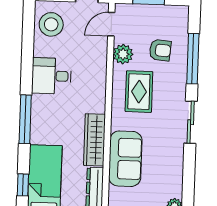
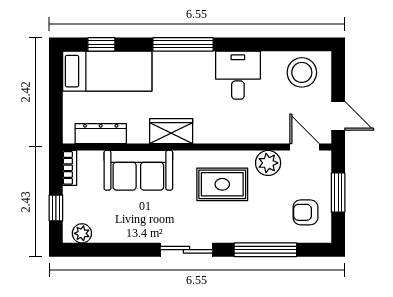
armchair: (160, 50) -> (305, 212), moved, turned 85
wardrobe: (94, 140) -> (171, 131), width x0.67

